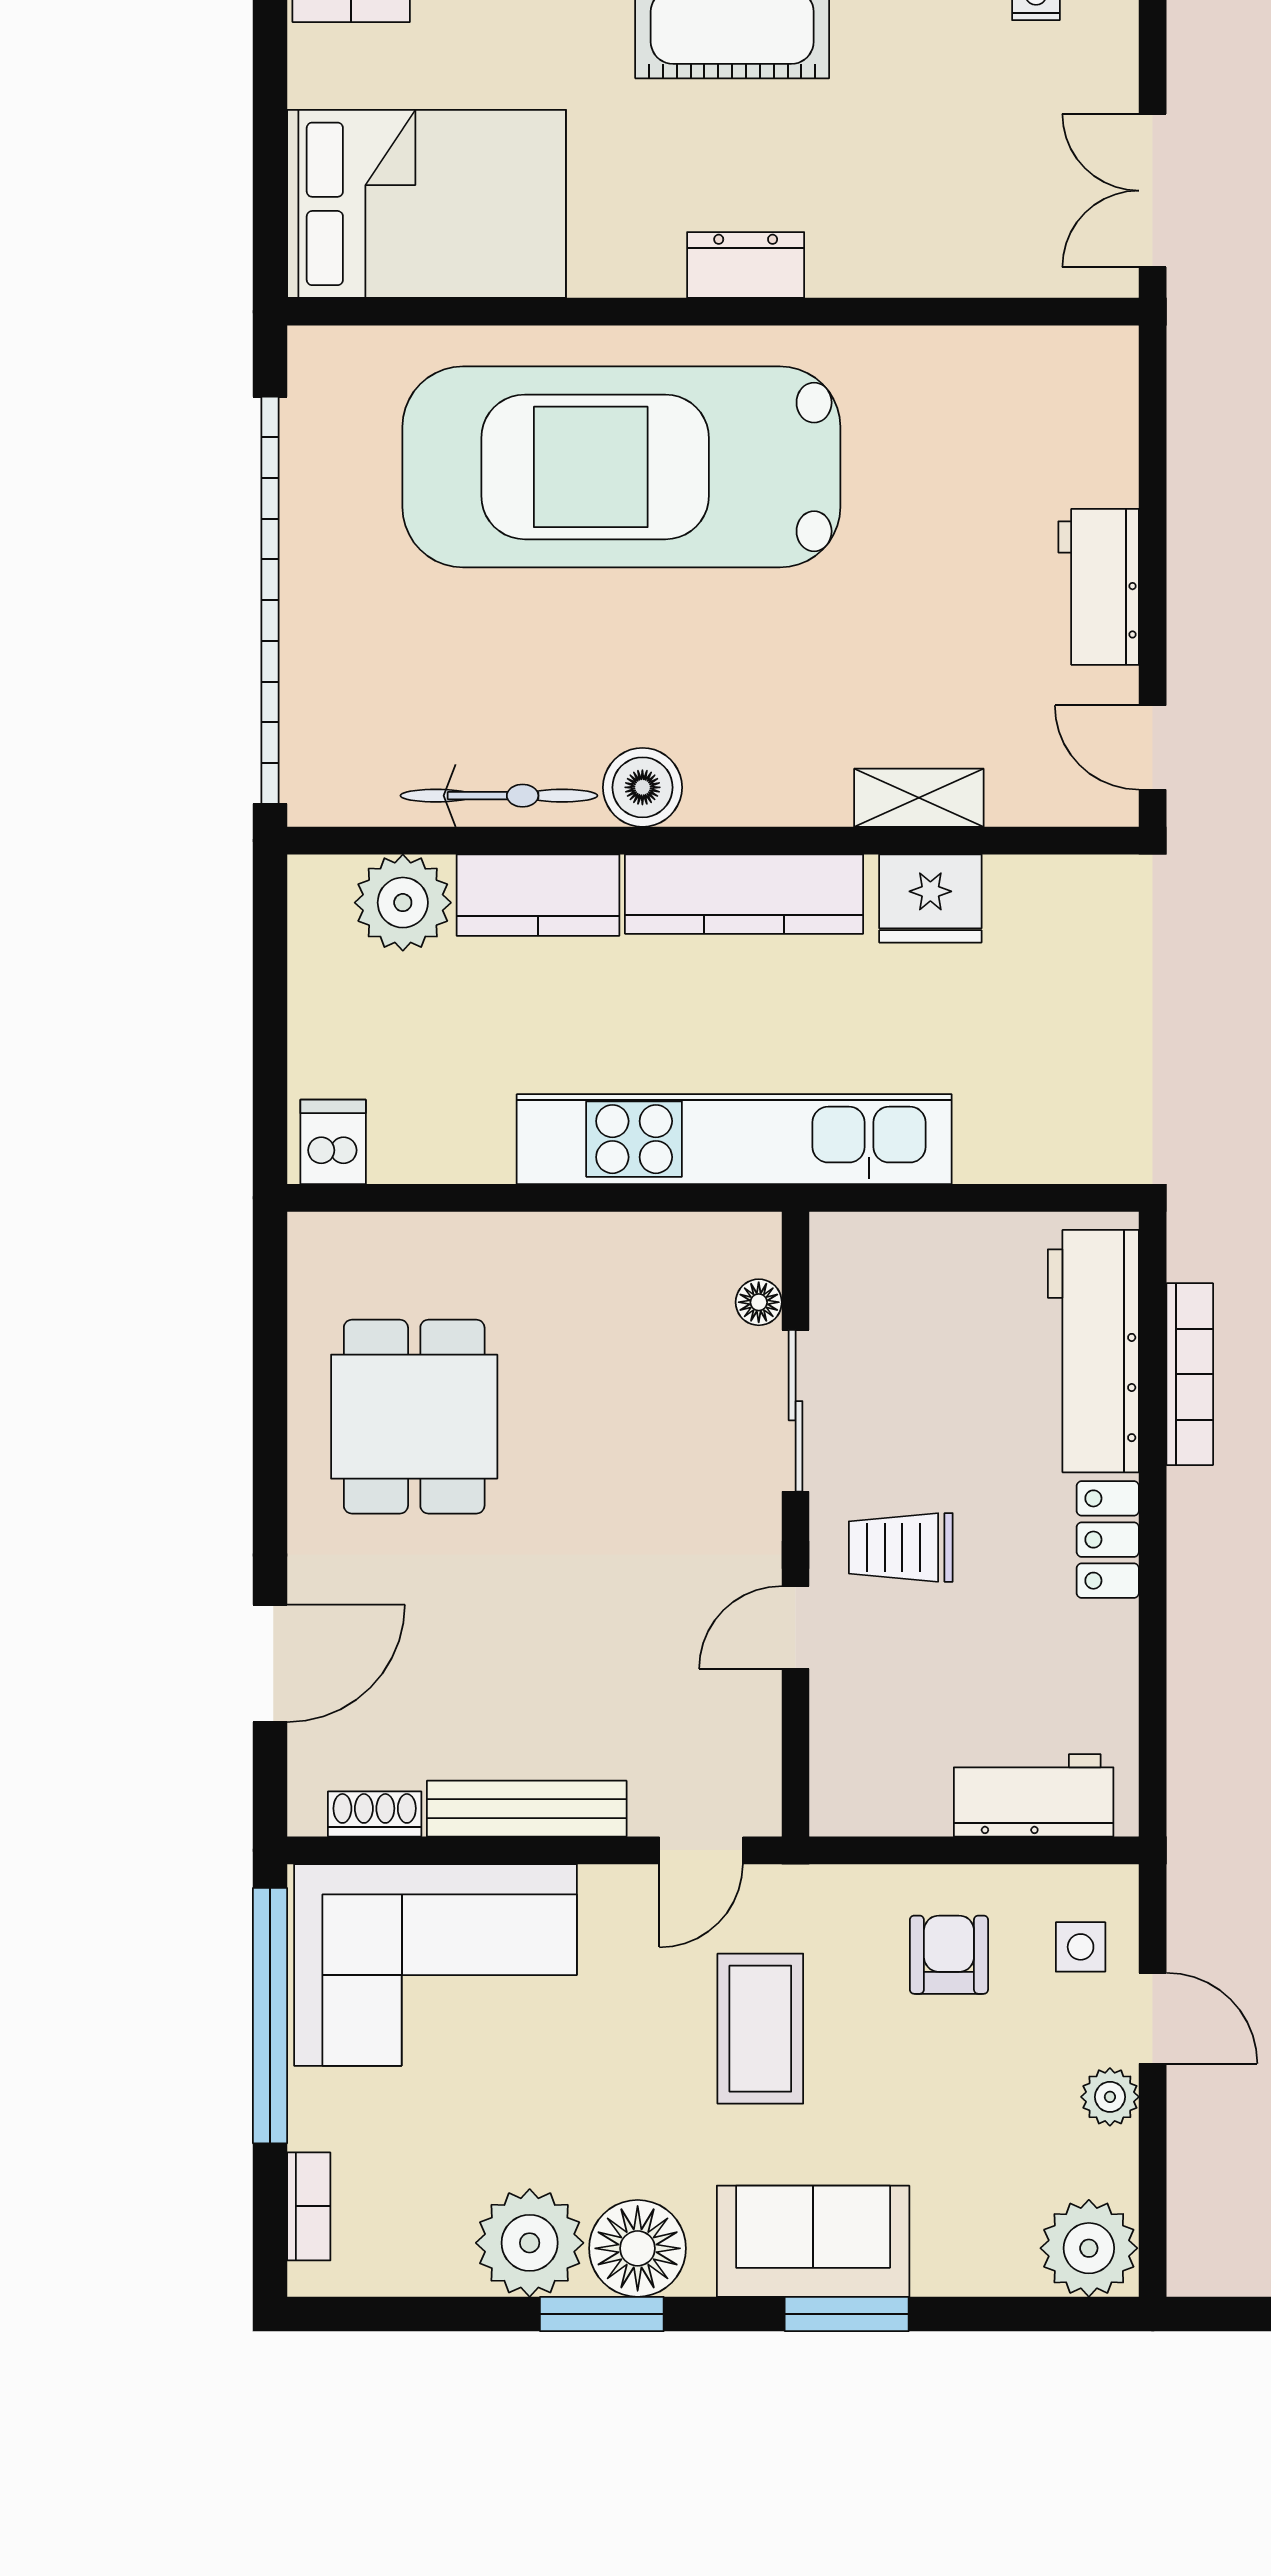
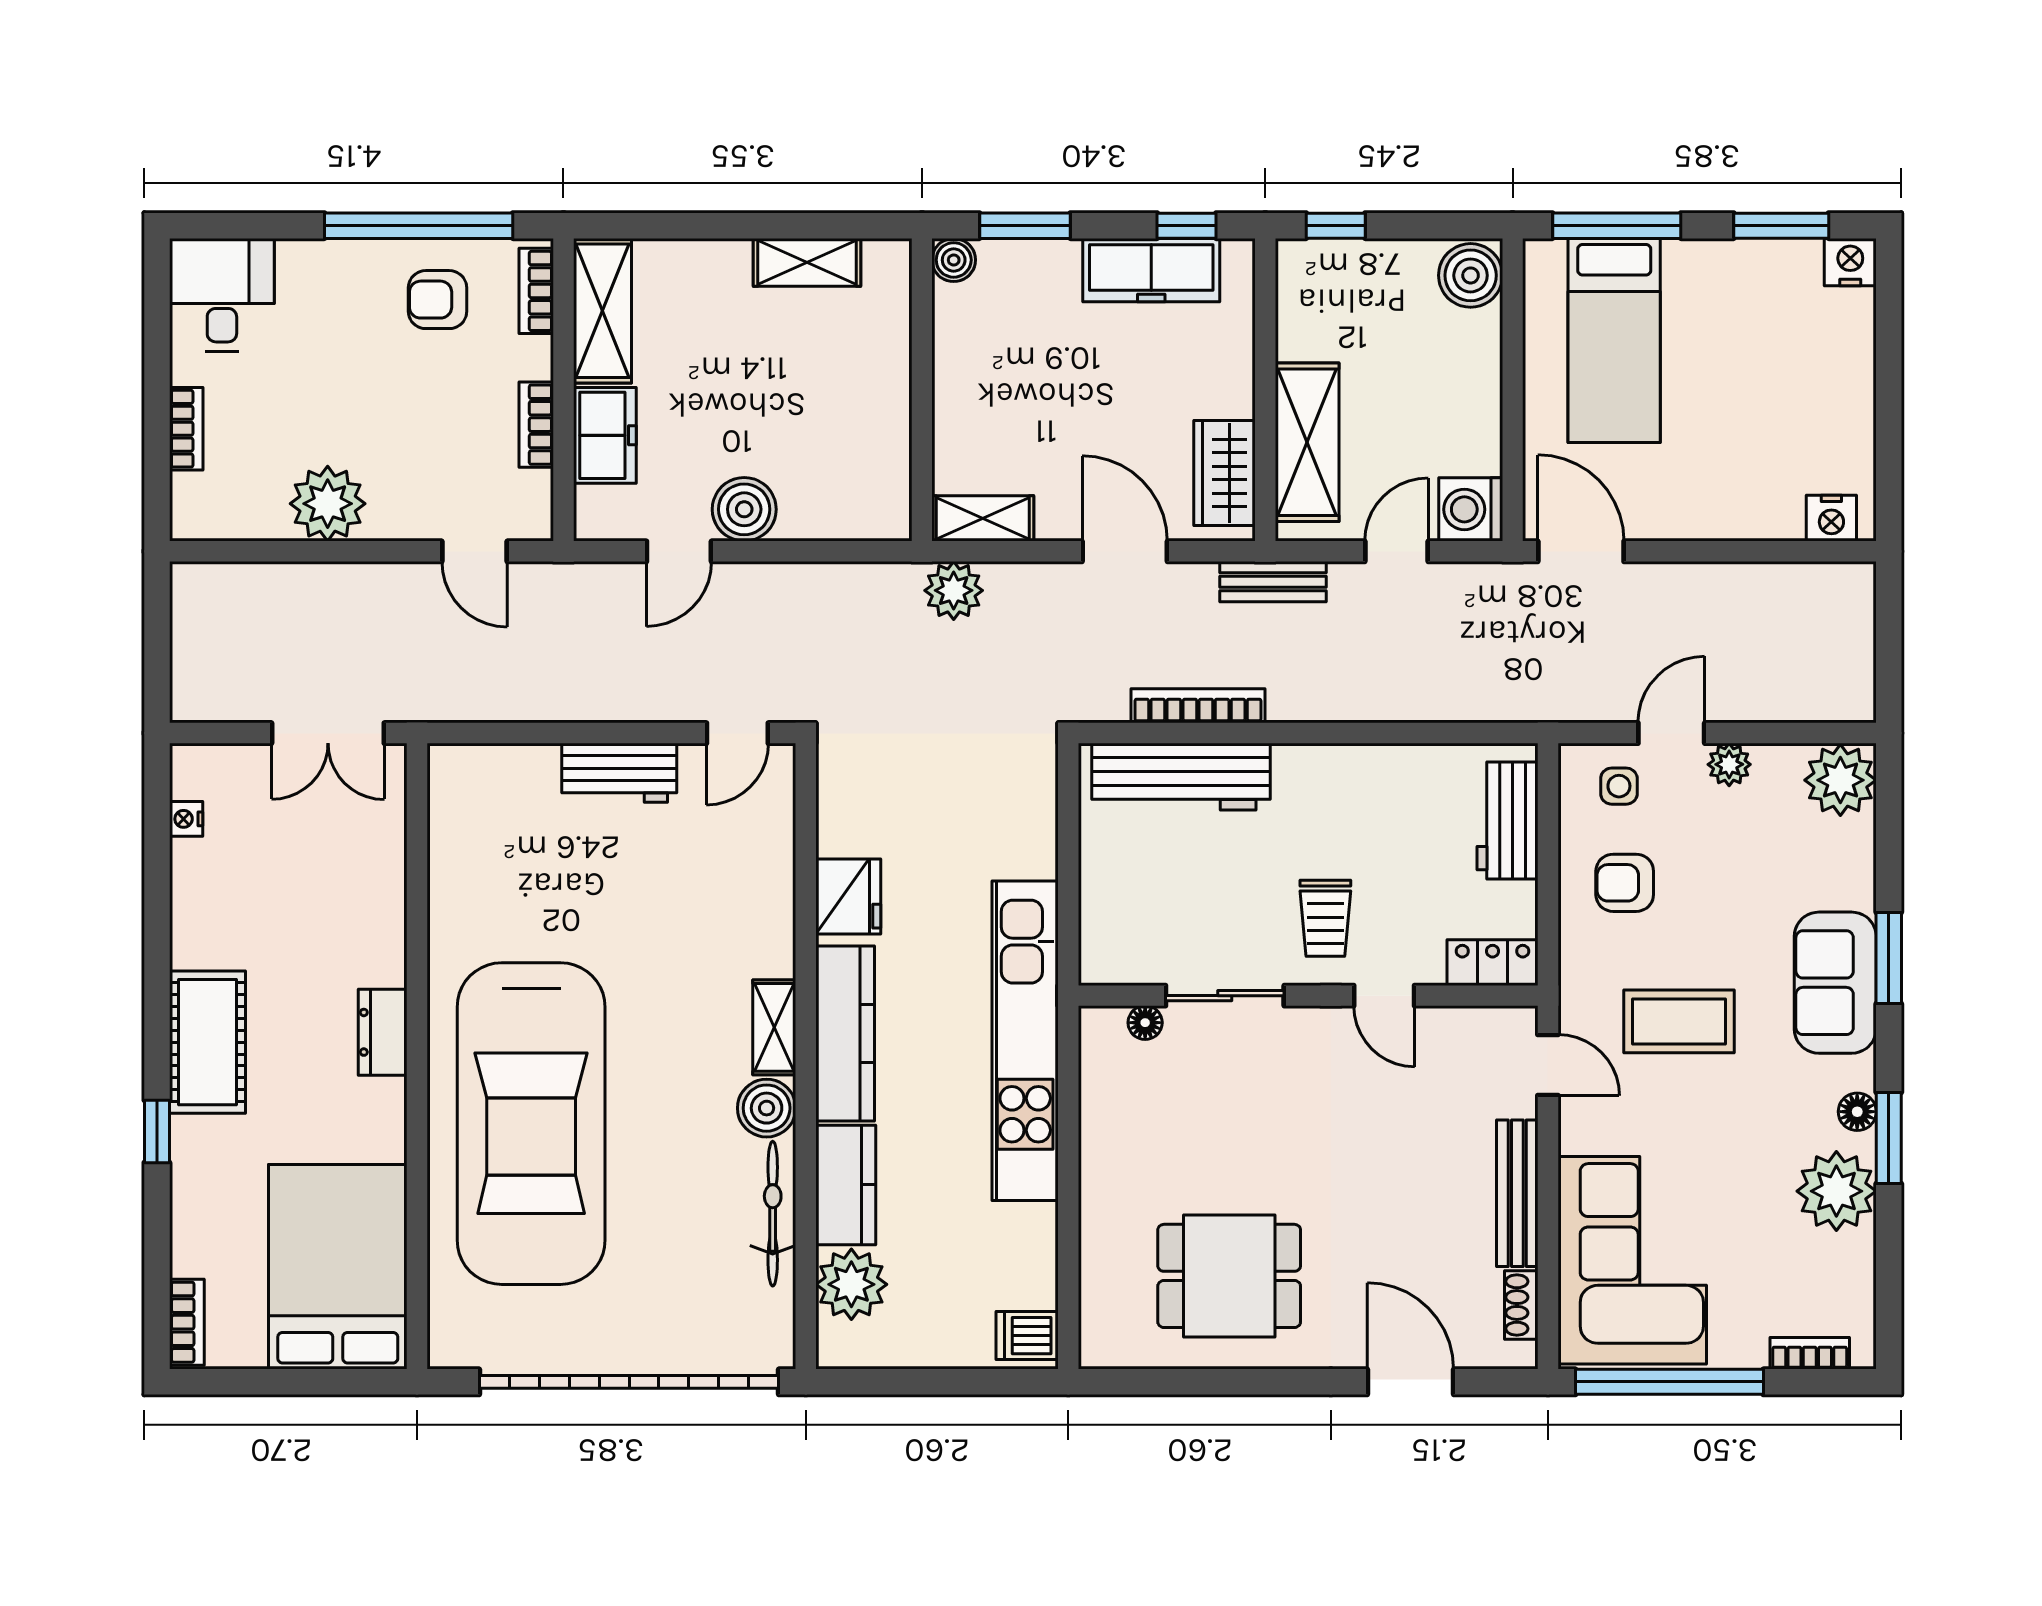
shelving: (919, 798) -> (774, 1027), moved
locker: (1108, 1540) -> (1493, 963), moved, turned 180
floor lamp: (638, 2248) -> (1857, 1112), width x0.53, depth x0.53

